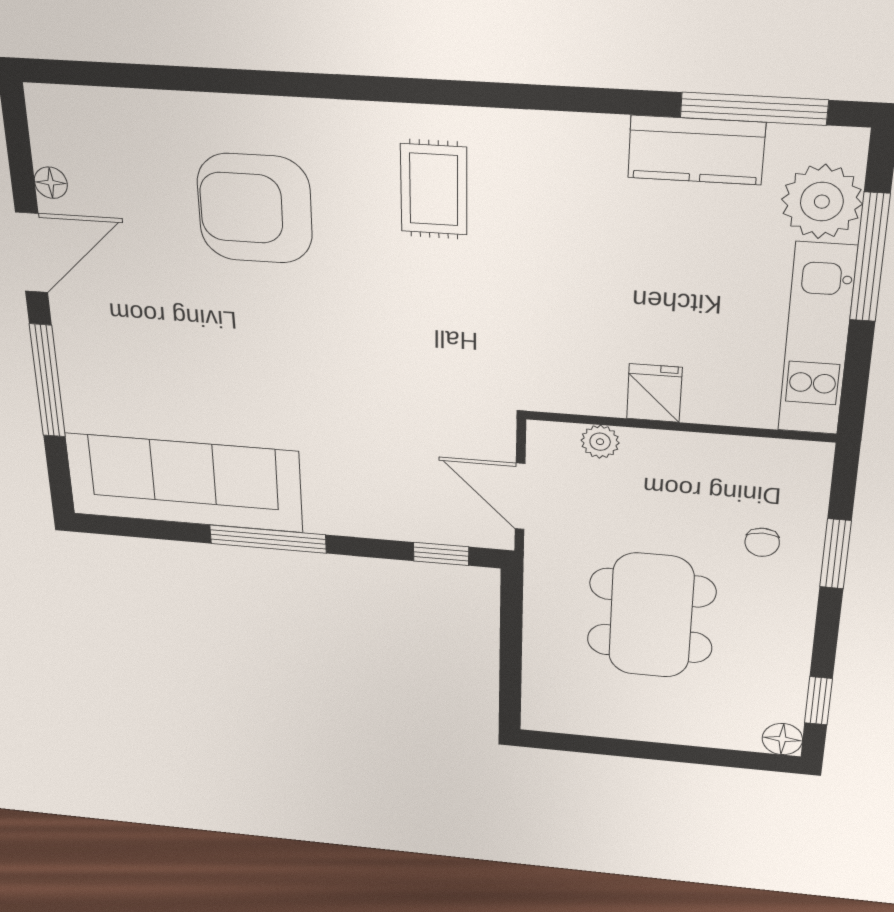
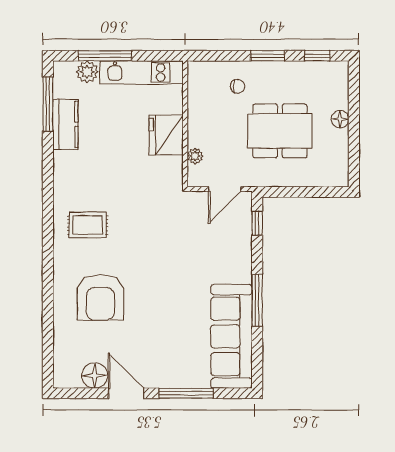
floor lamp: (51, 183) -> (95, 375), width x1.89, depth x1.89
plant: (822, 202) -> (87, 72), width x0.73, depth x0.73
fridge: (654, 393) -> (166, 135), width x1.88, depth x1.34
window: (835, 554) -> (268, 56), moved
floor lamp: (782, 739) -> (340, 119), moved

